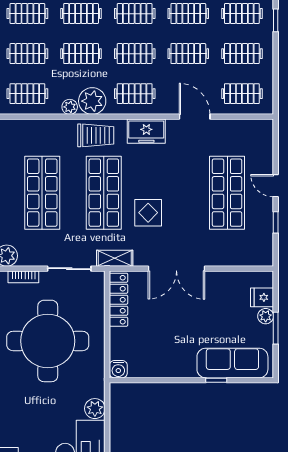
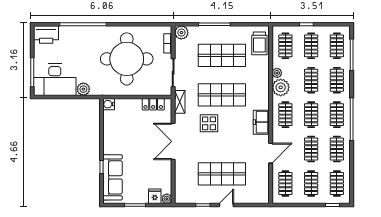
trolley: (96, 135) -> (259, 43), moved
locker: (118, 300) -> (153, 104), width x0.66
plant: (266, 316) -> (167, 199), moved

